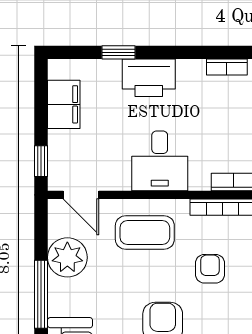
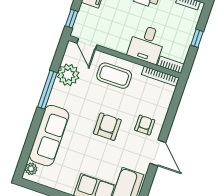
desk: (160, 161) -> (147, 44), moved
armchair: (210, 269) -> (145, 125), moved

